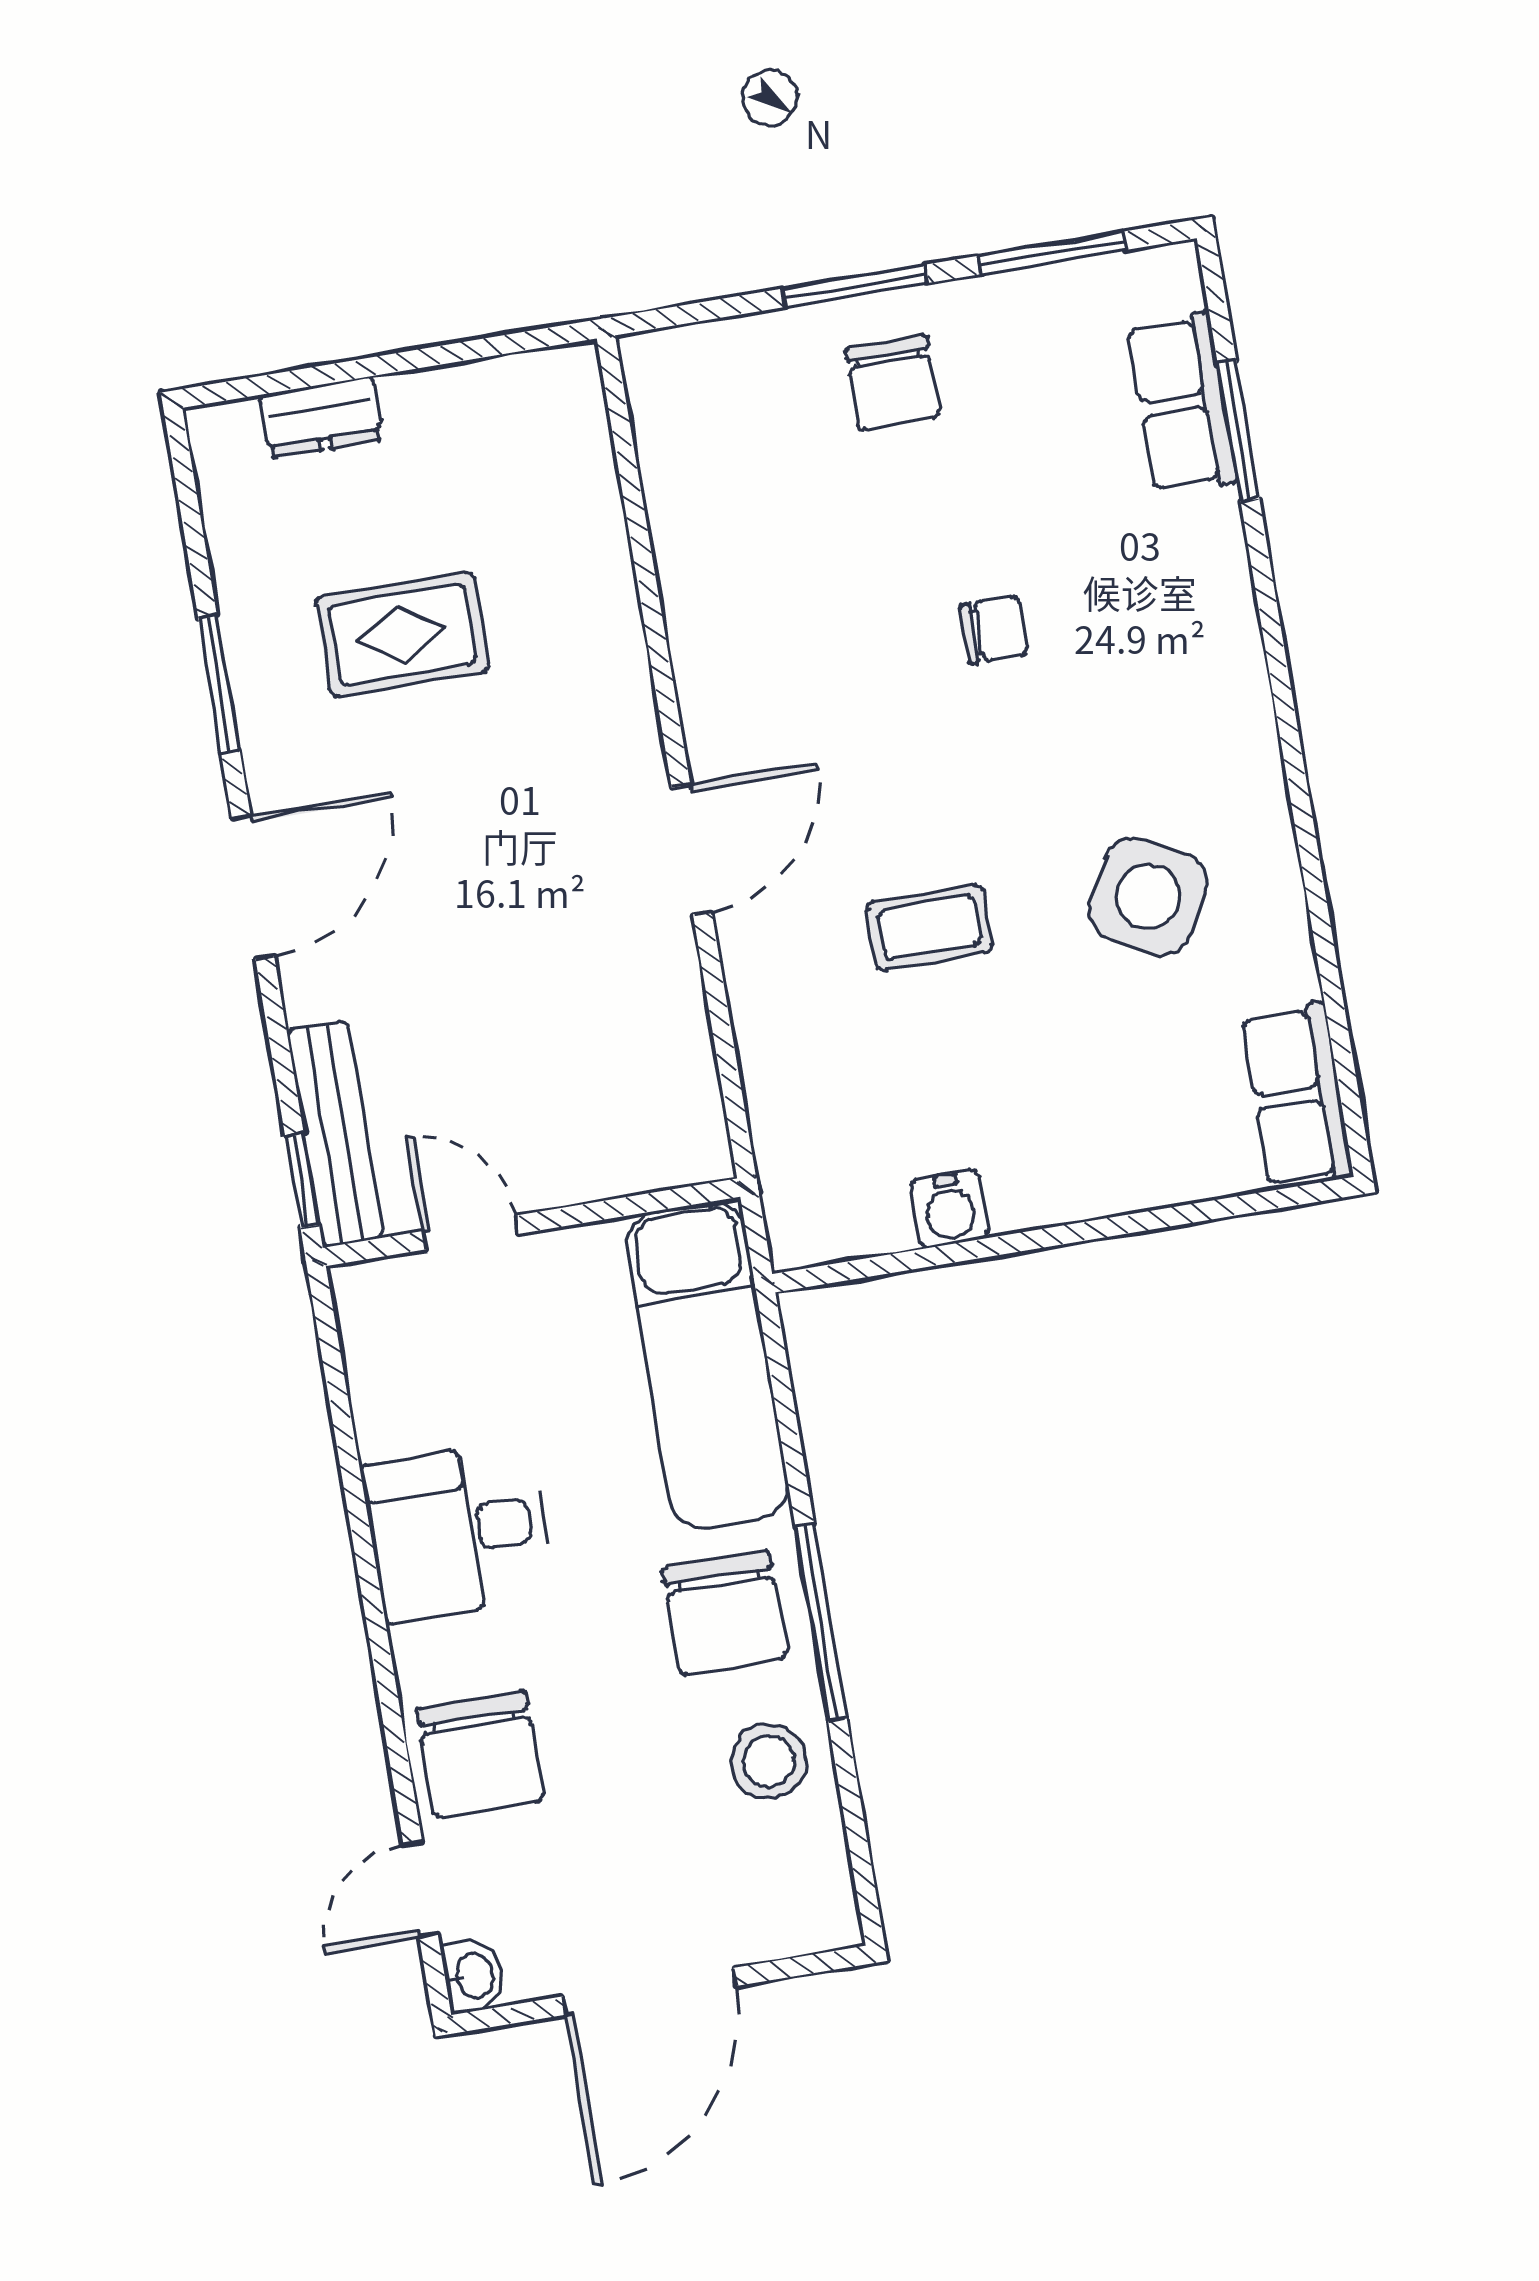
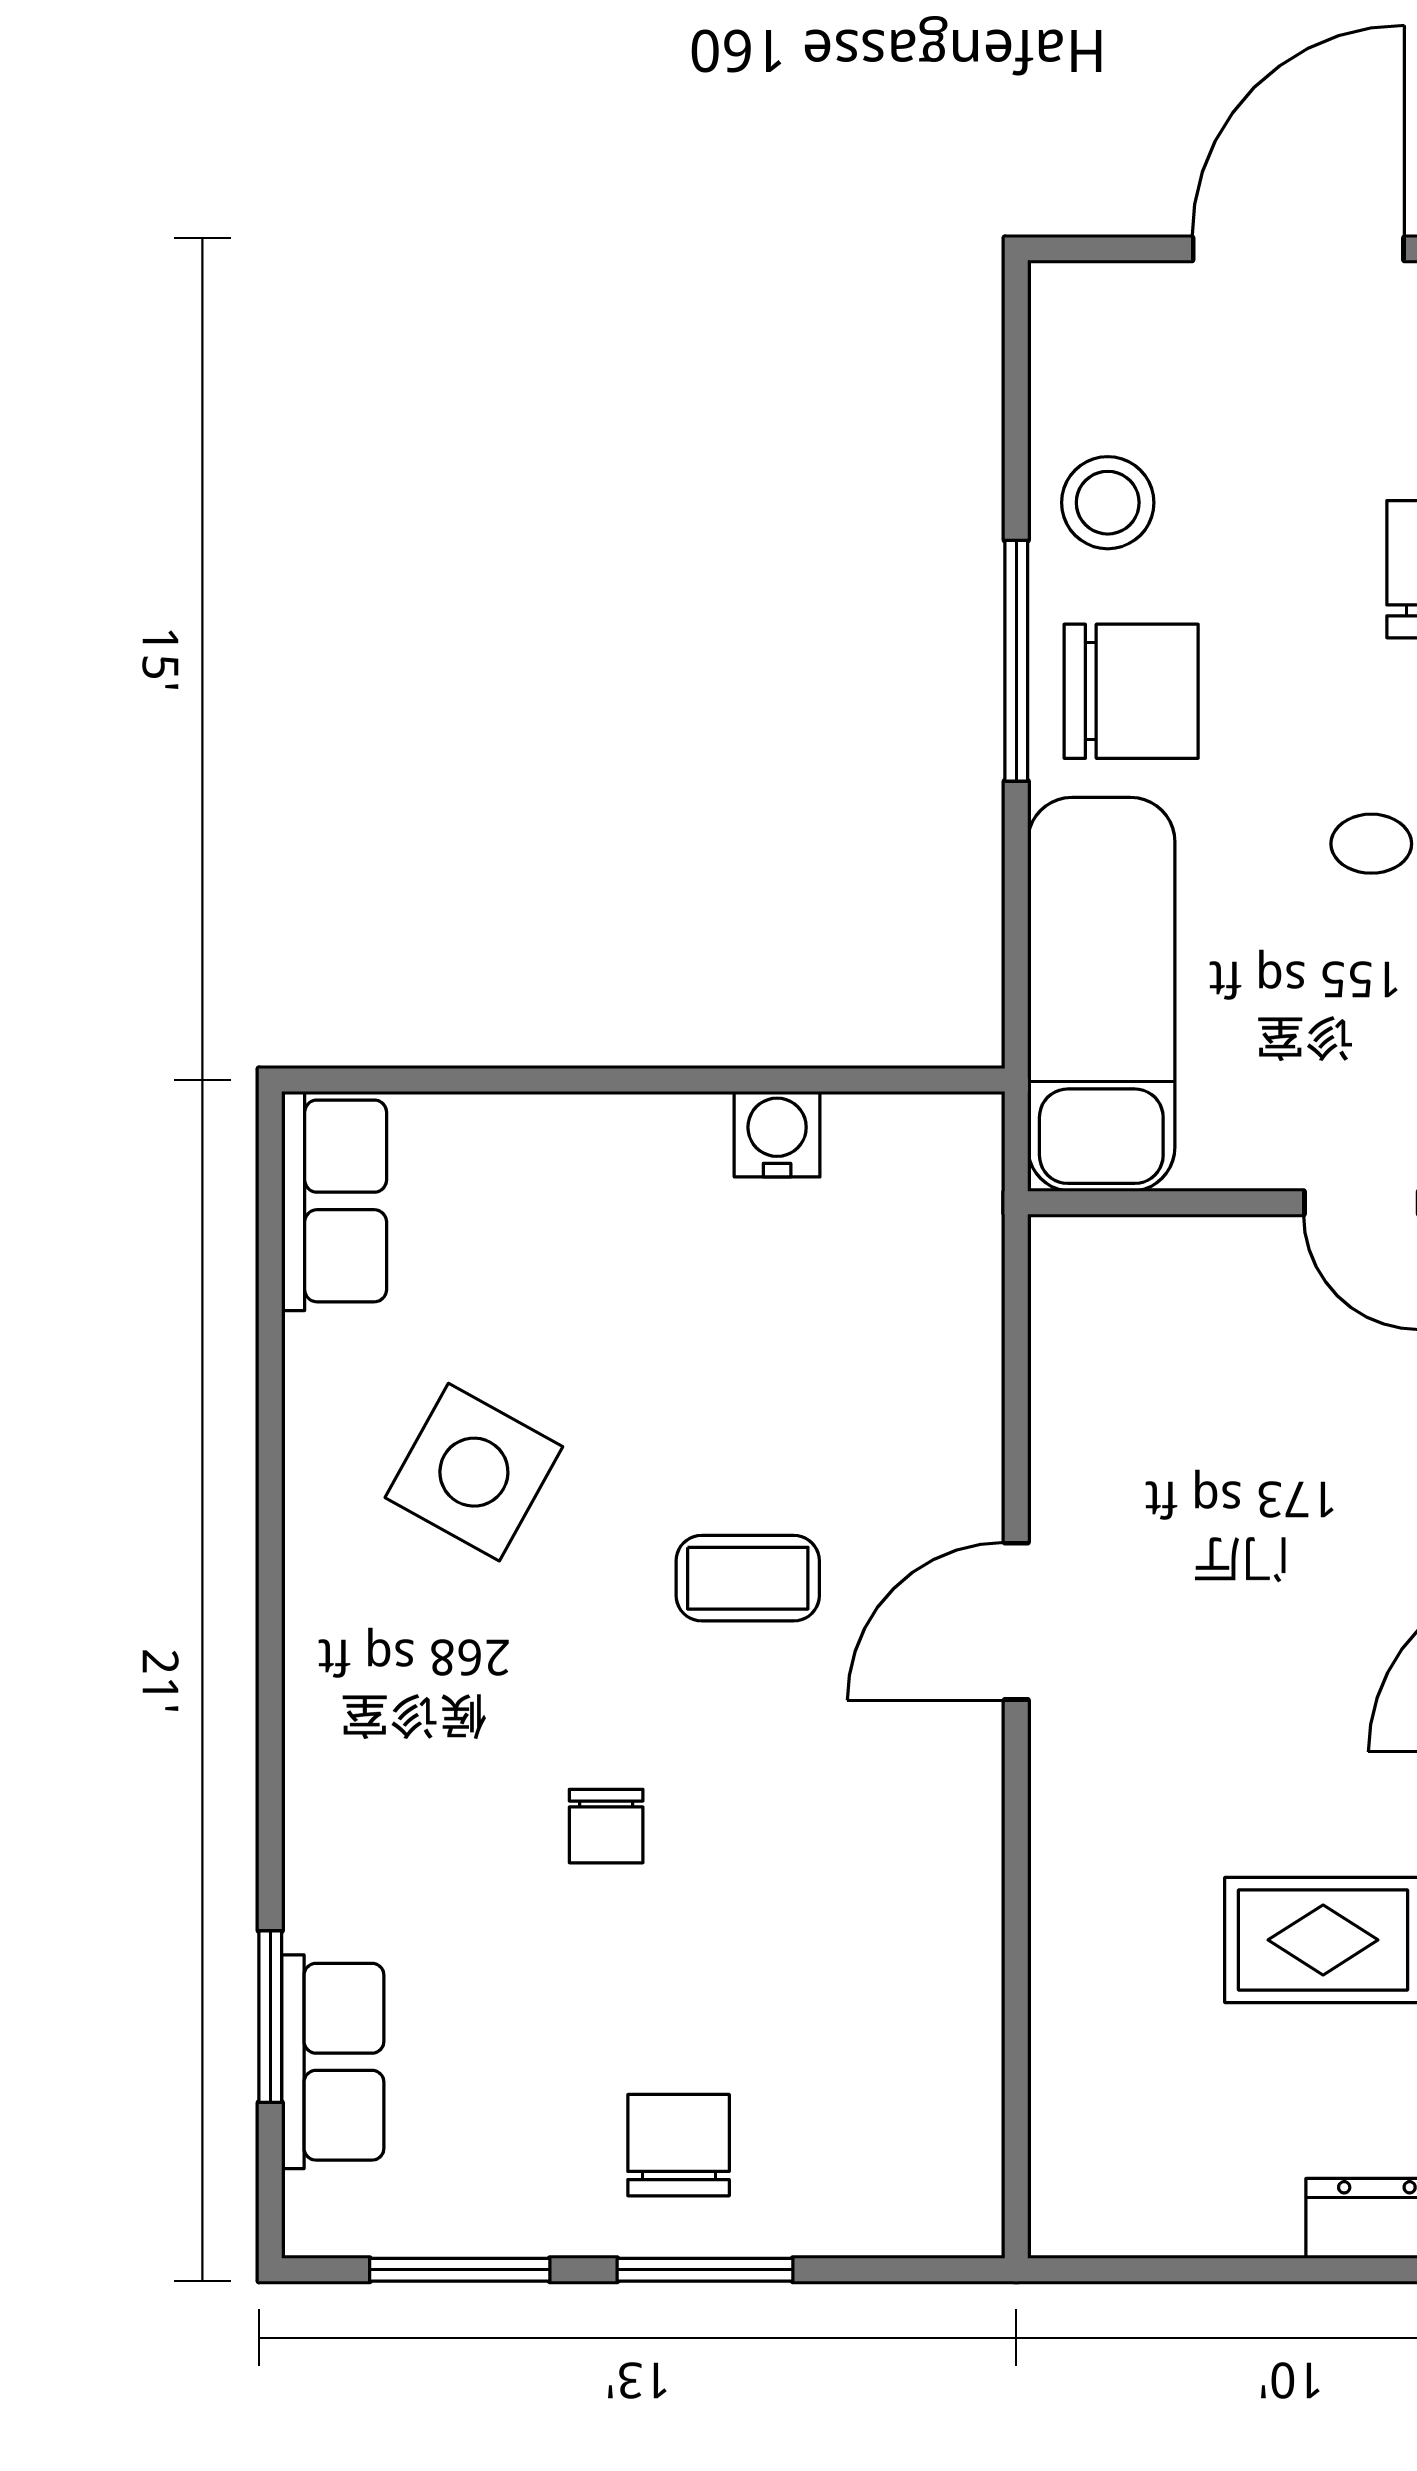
chair: (994, 630) -> (606, 1826), turned -90
coffee table: (929, 927) -> (748, 1578), moved
chair: (725, 1613) -> (1131, 691), turned 90

